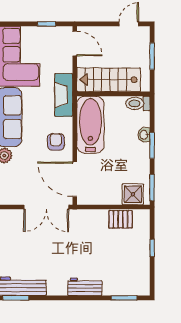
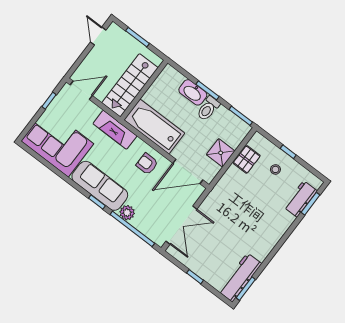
toilet: (138, 103) -> (208, 109), moved
washbasin: (144, 135) -> (193, 92), width x1.91, depth x1.45
shower: (133, 194) -> (221, 153), moved
double door: (46, 207) -> (181, 225), moved
stool: (130, 249) -> (275, 169), added
workbench: (85, 287) -> (300, 199), moved

